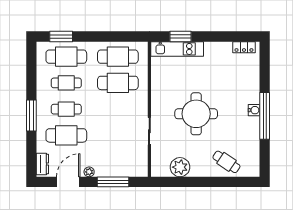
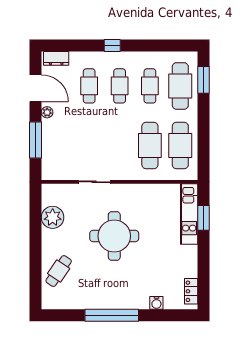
water cooler: (254, 110) -> (156, 303), moved
window: (31, 115) -> (112, 46), width x0.46
cafe table: (66, 135) -> (89, 86), width x0.73, depth x0.74

